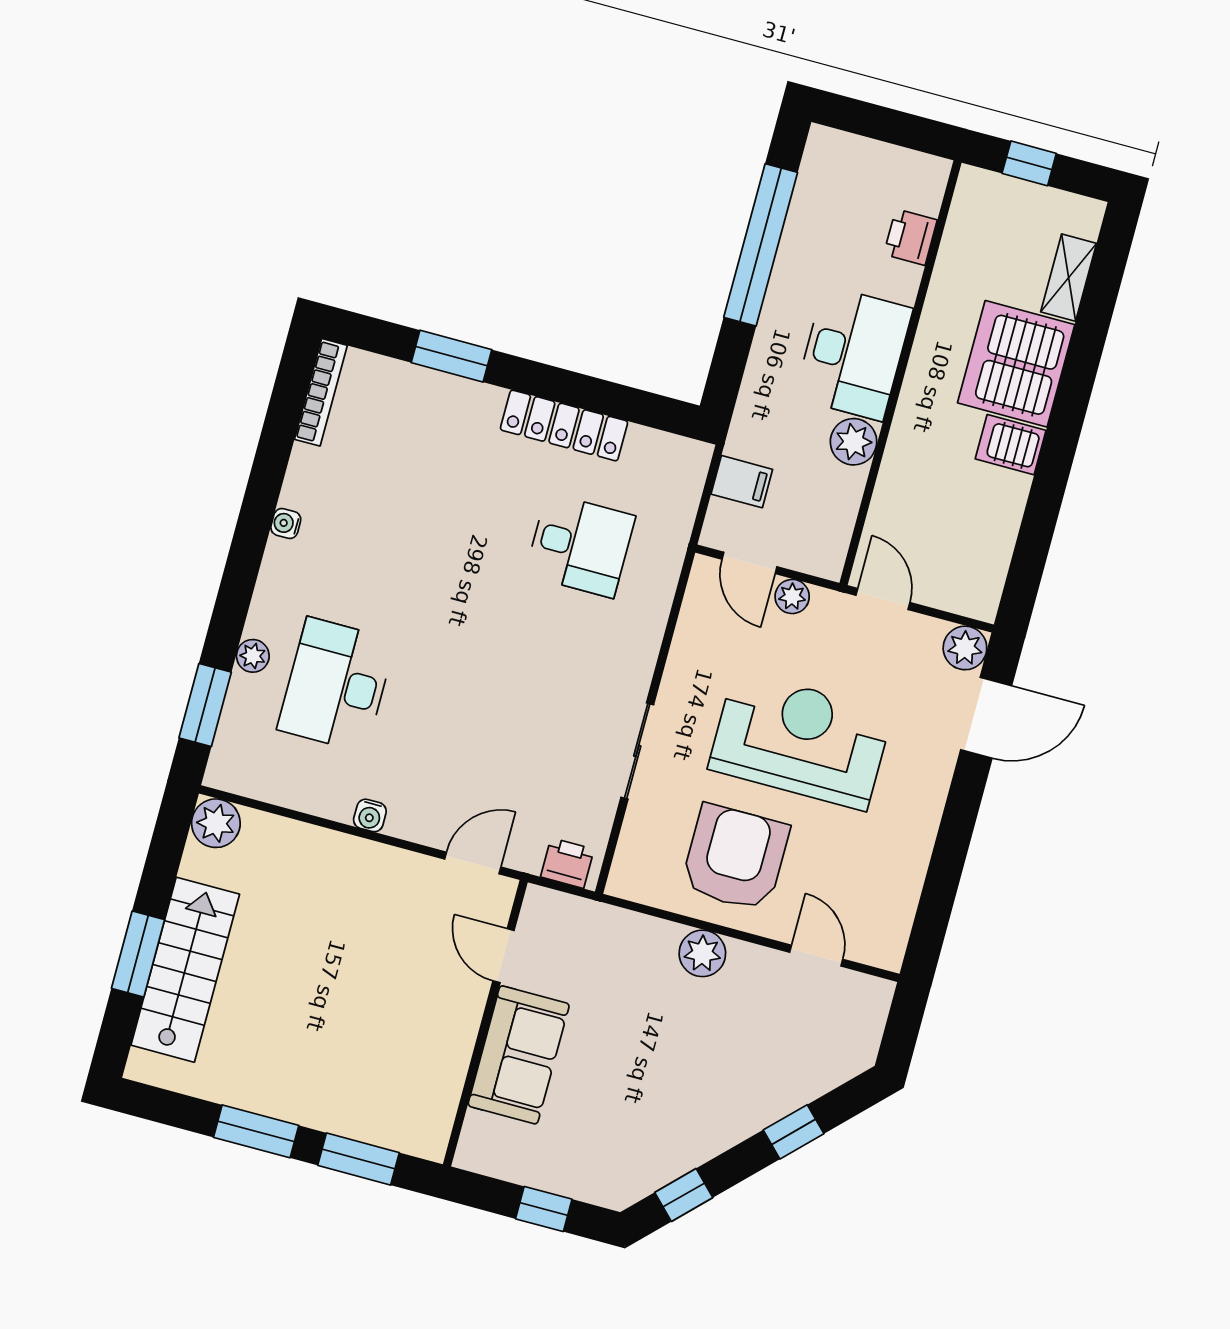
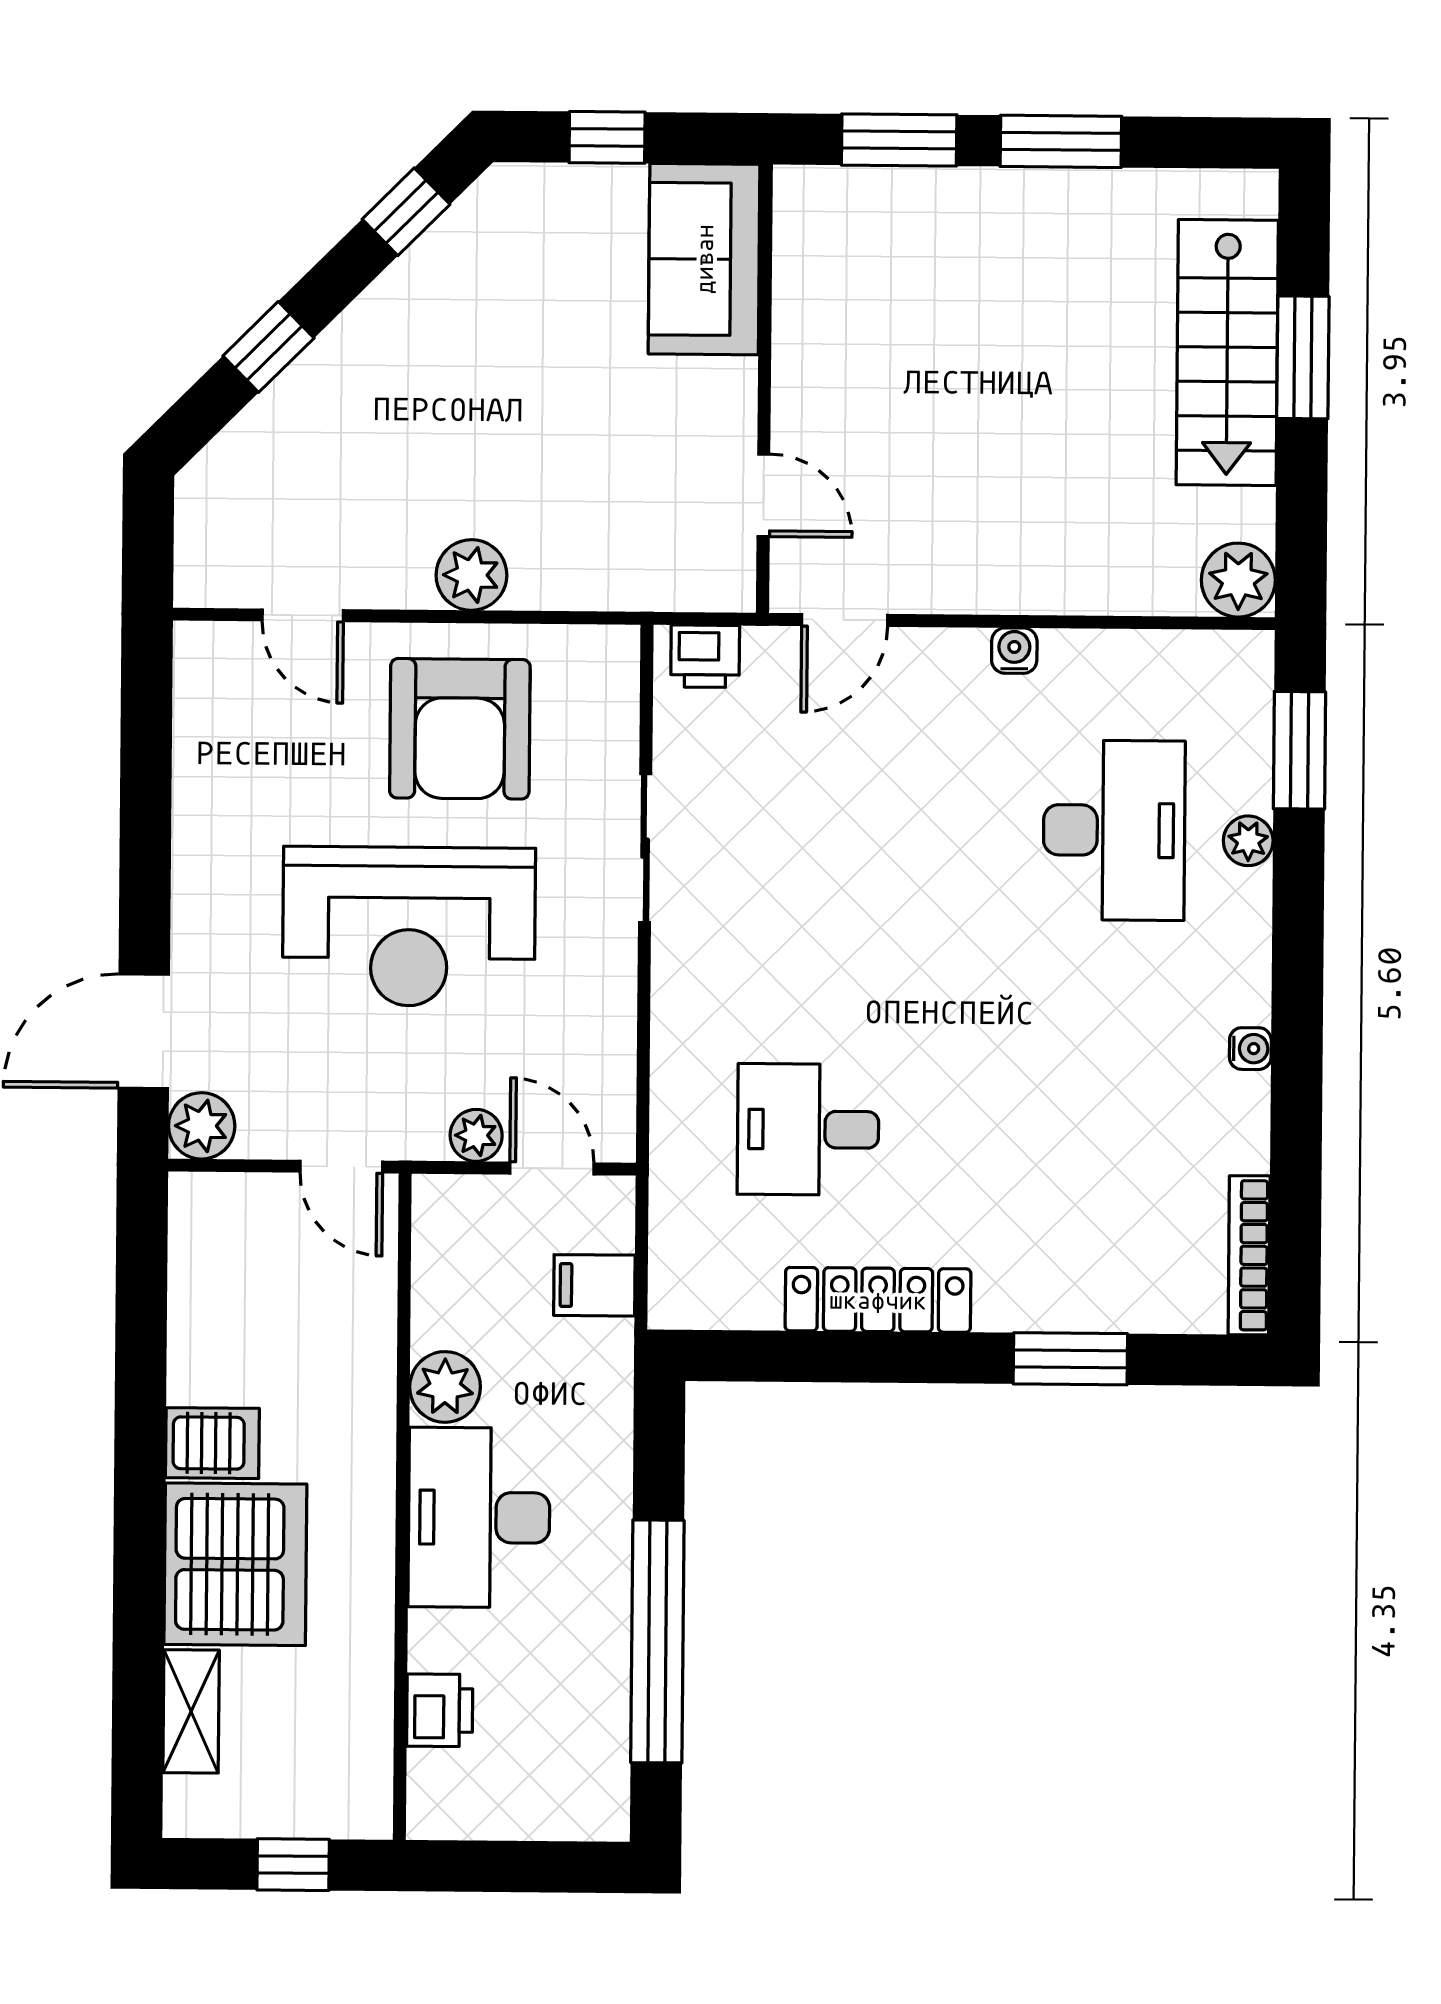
sofa: (519, 1055) -> (704, 259), moved

